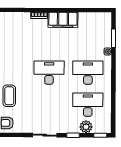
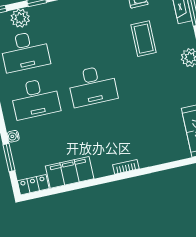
locker: (102, 17) -> (33, 185), added
filing cabinet: (63, 20) -> (70, 172), moved

